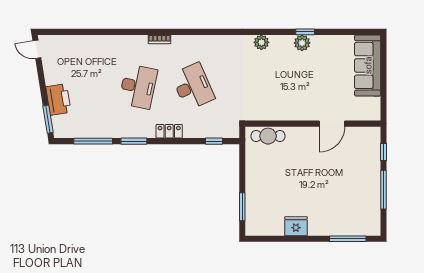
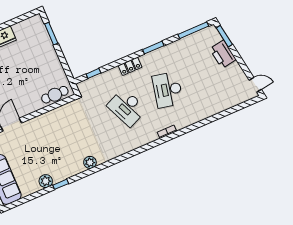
plant: (302, 43) -> (46, 181), moved
window: (93, 141) -> (193, 30), moved

